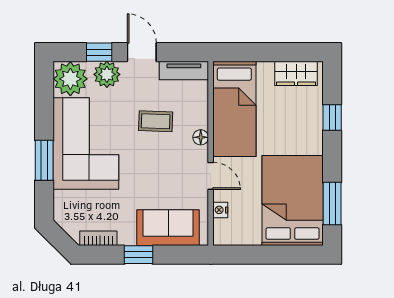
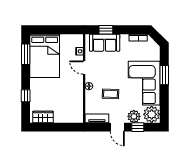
bed: (234, 109) -> (73, 100), removed
window: (138, 255) -> (106, 30), moved

